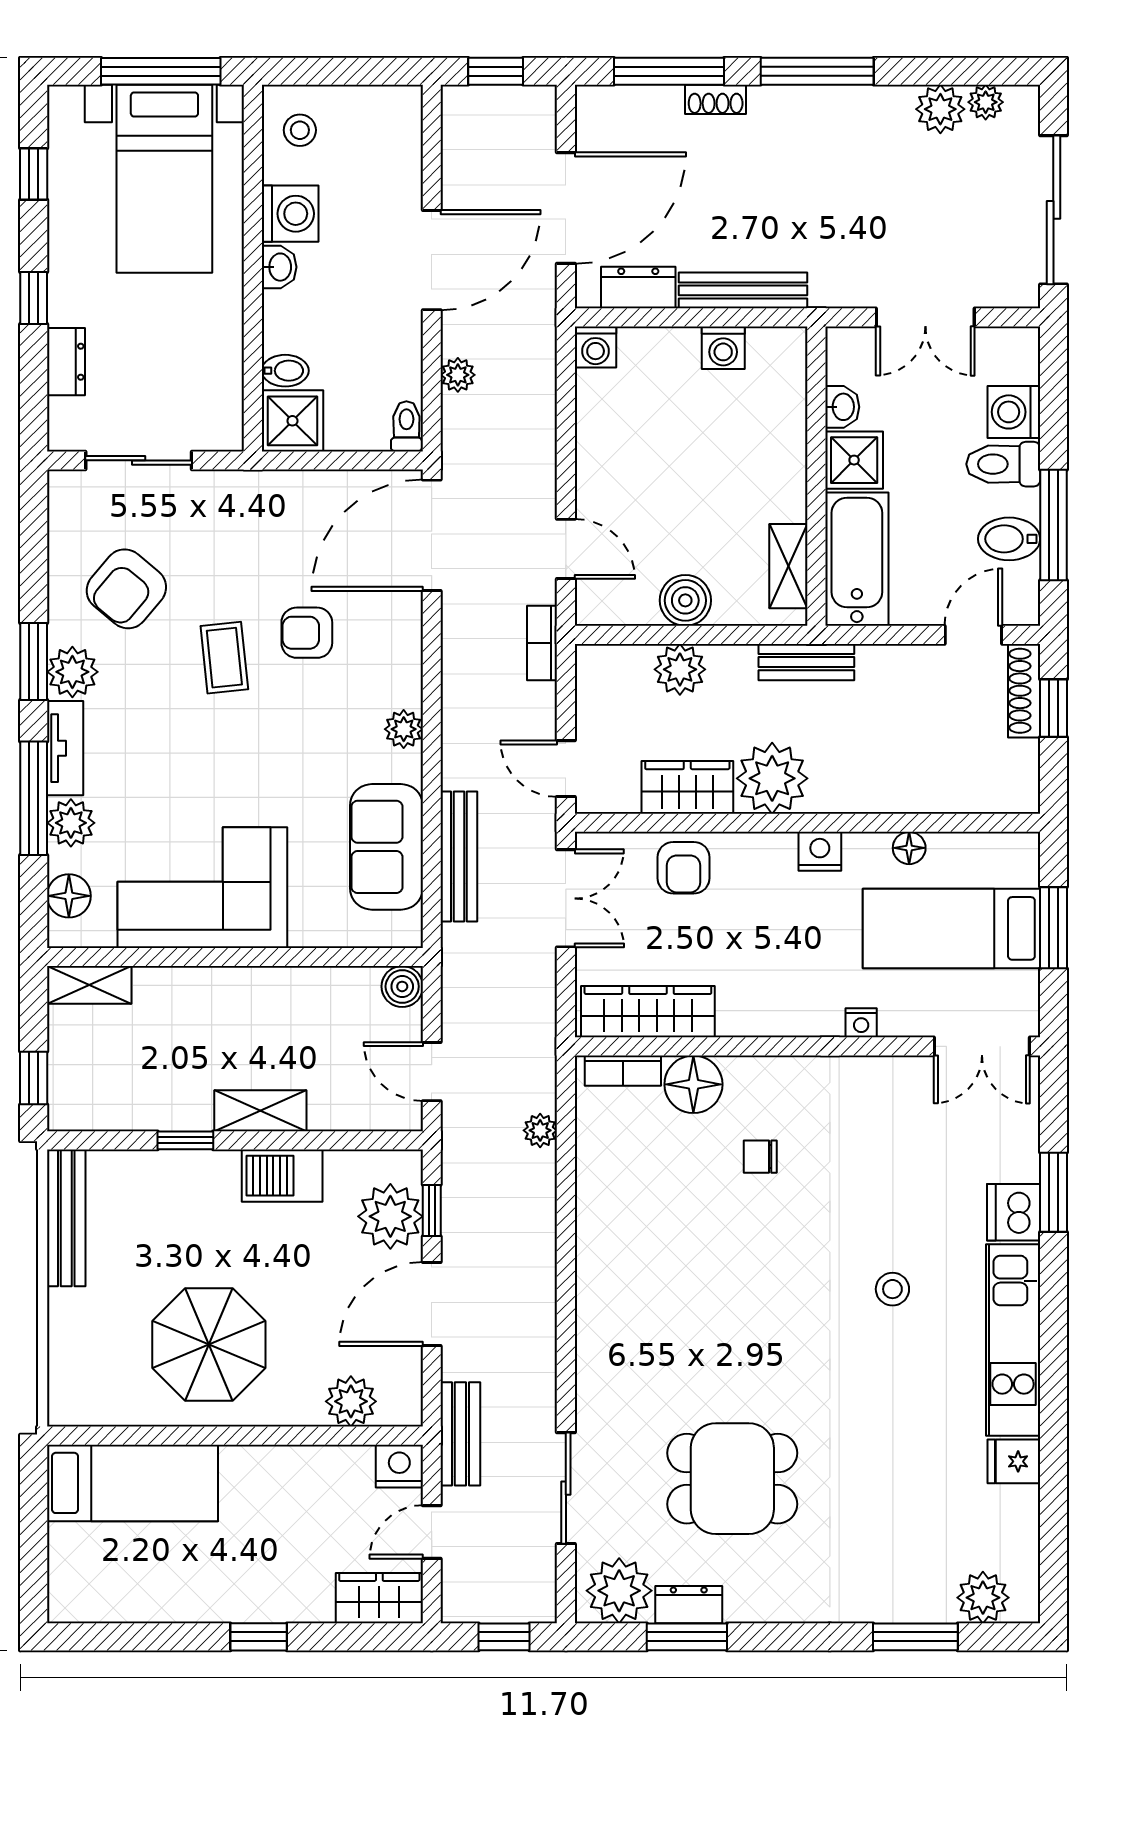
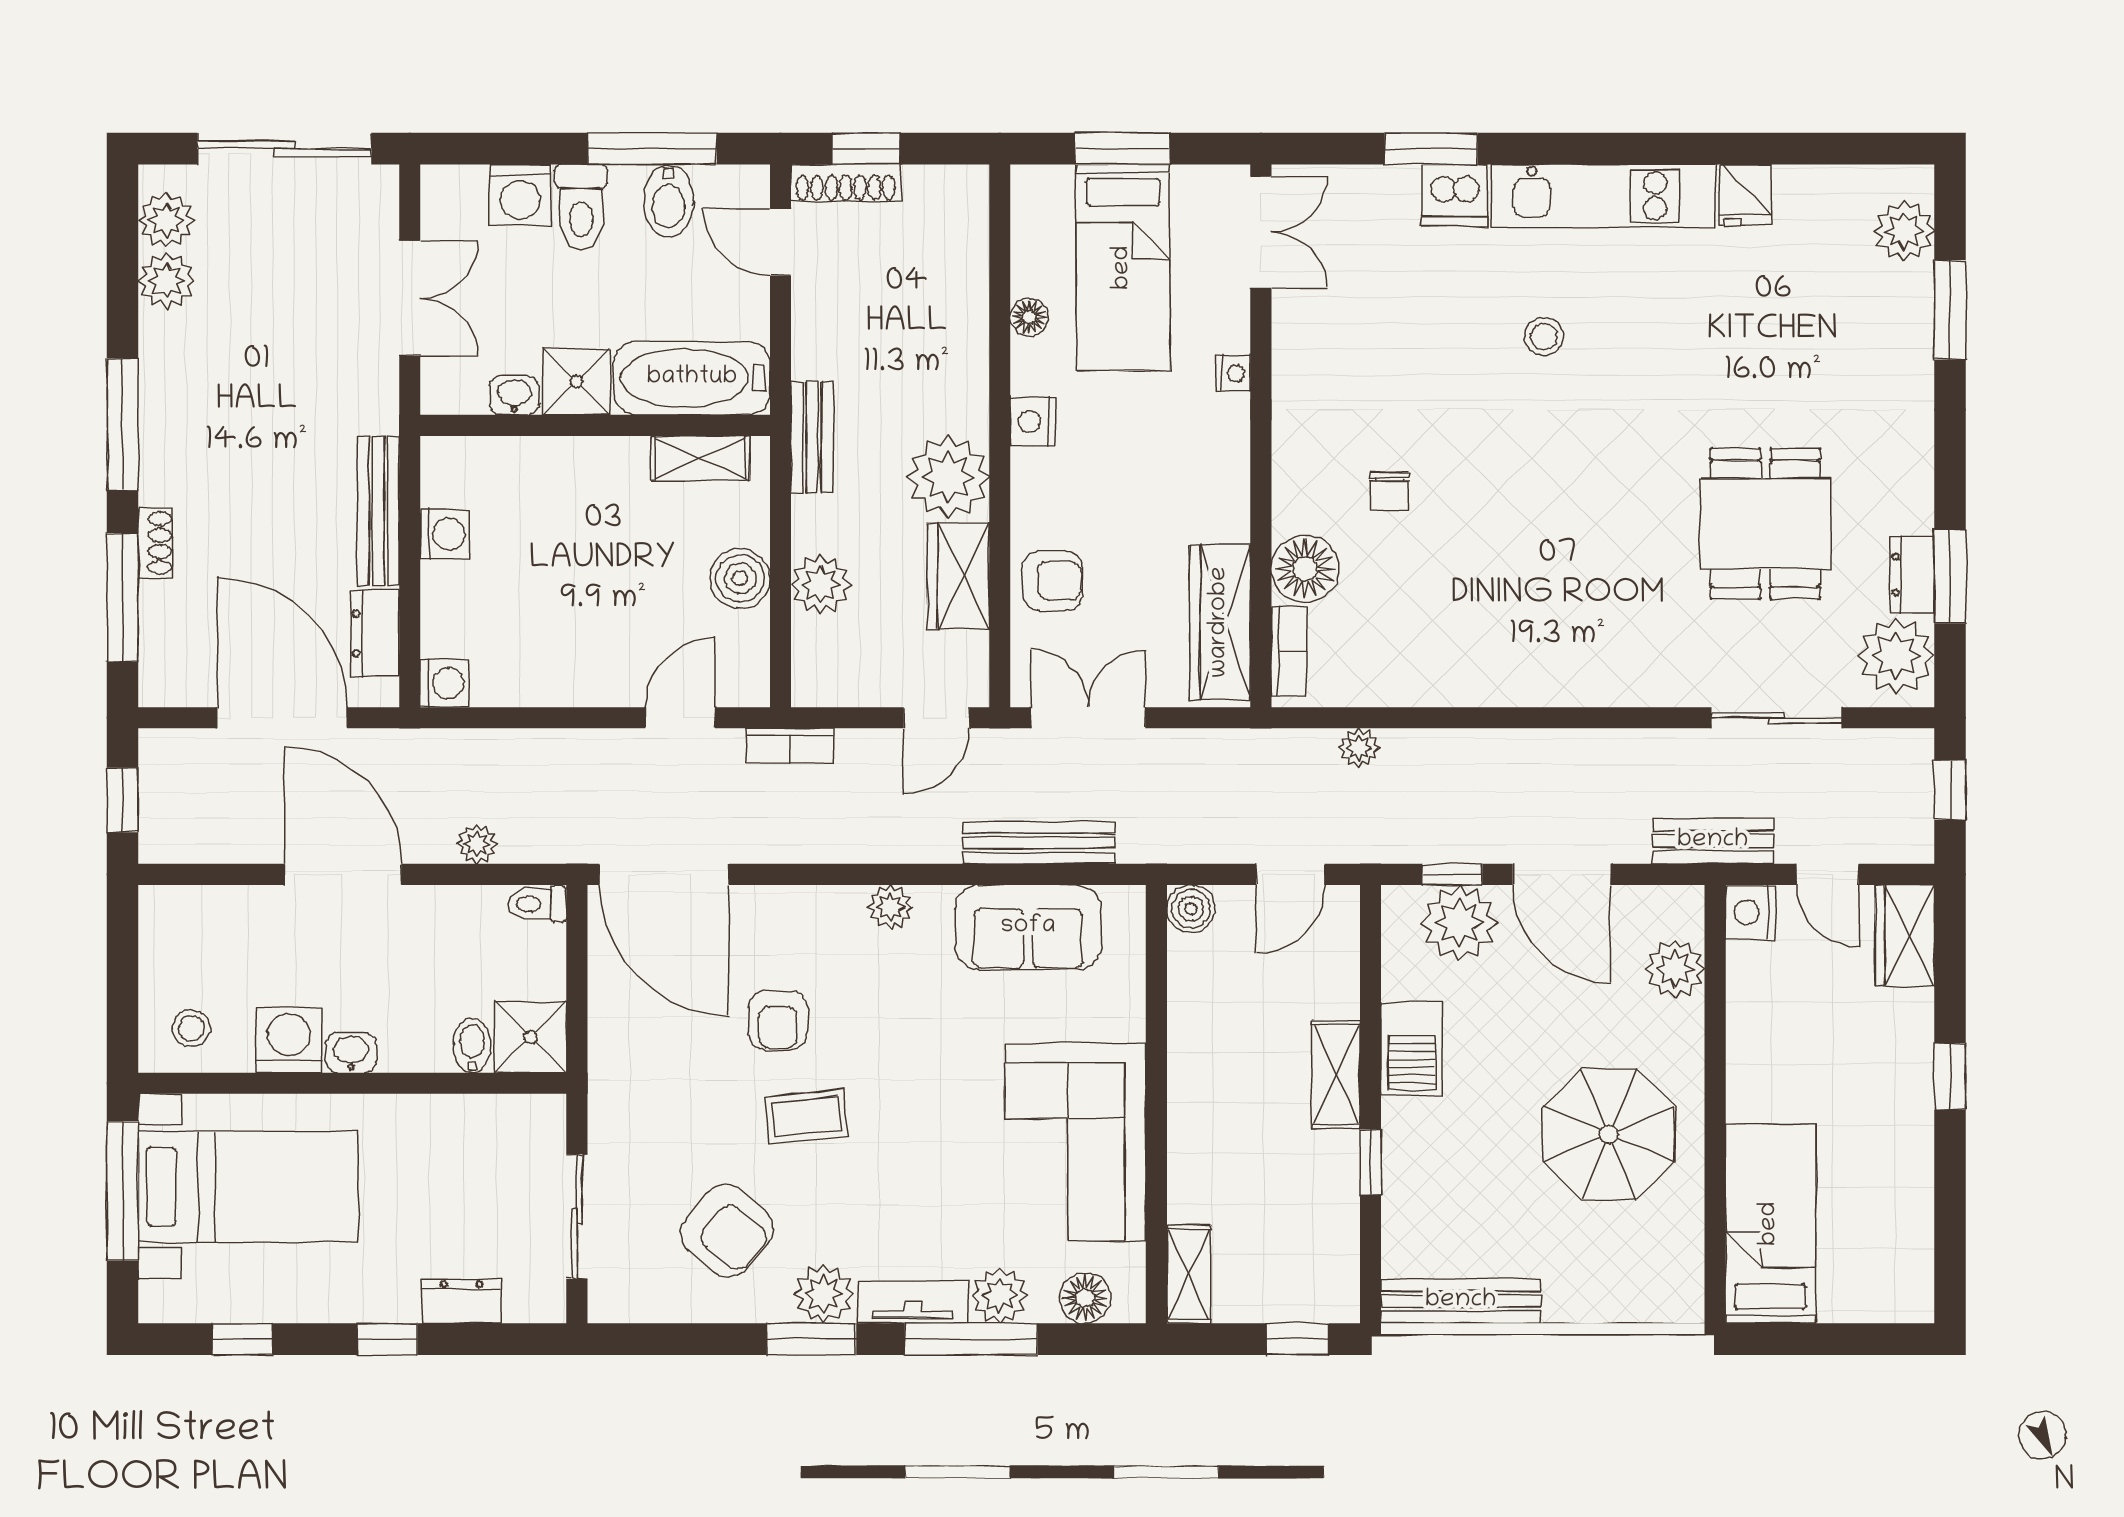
plant: (986, 102) -> (166, 220), width x1.38, depth x1.38

